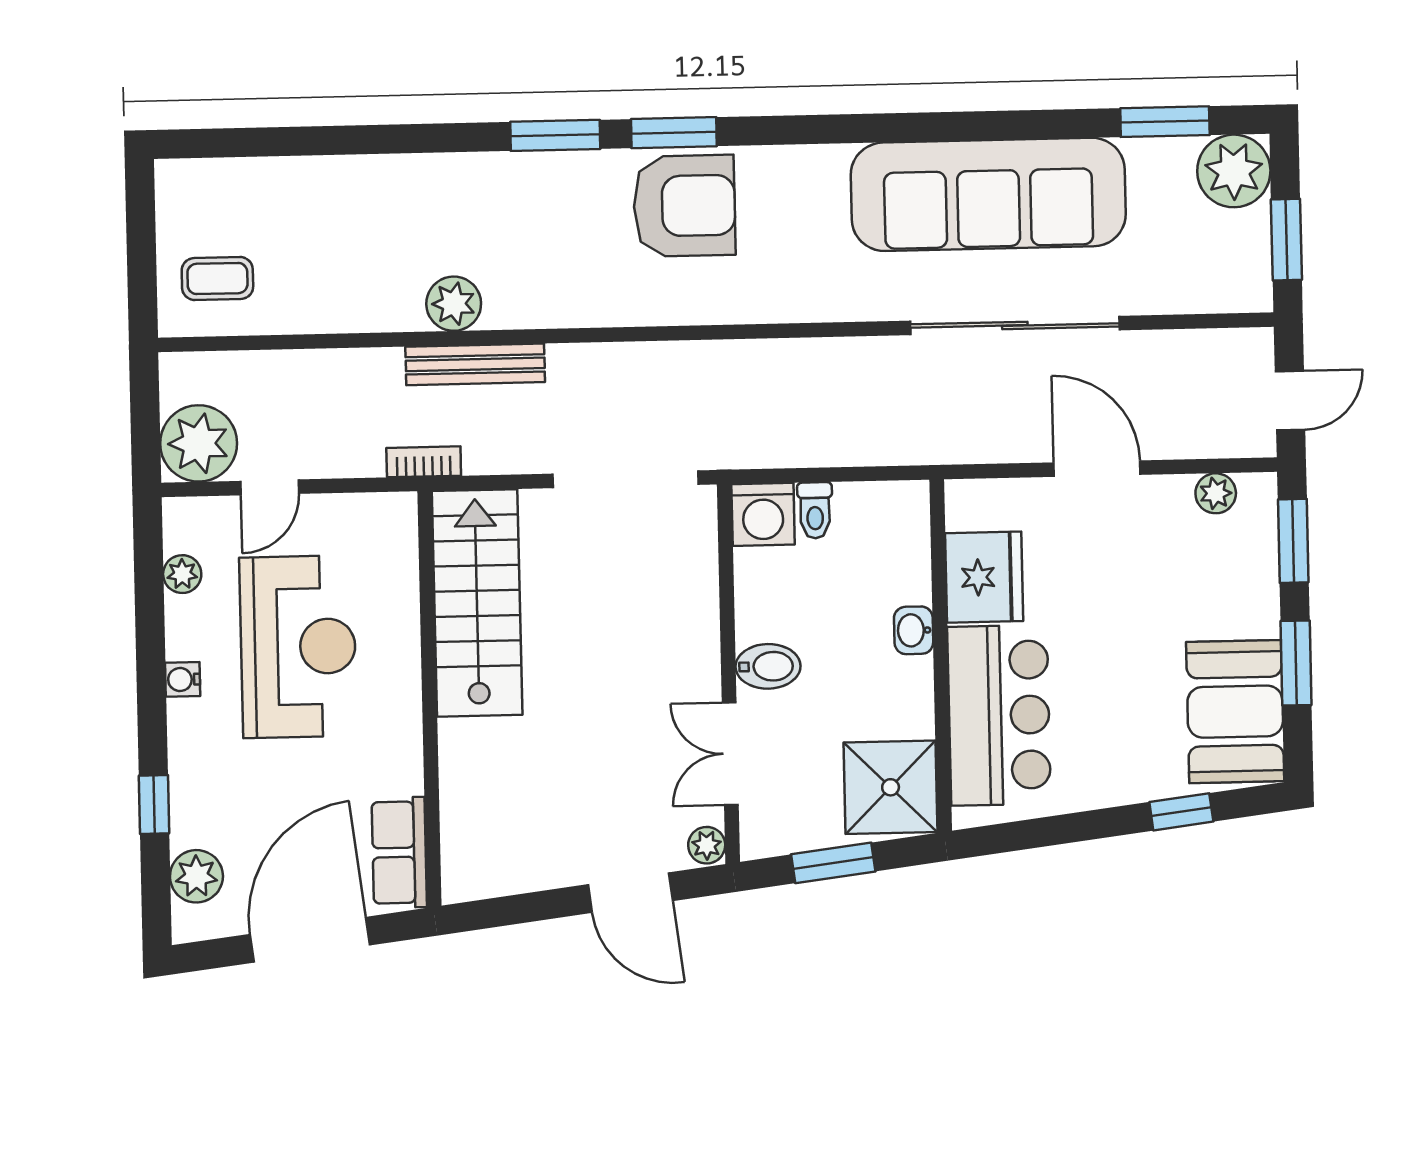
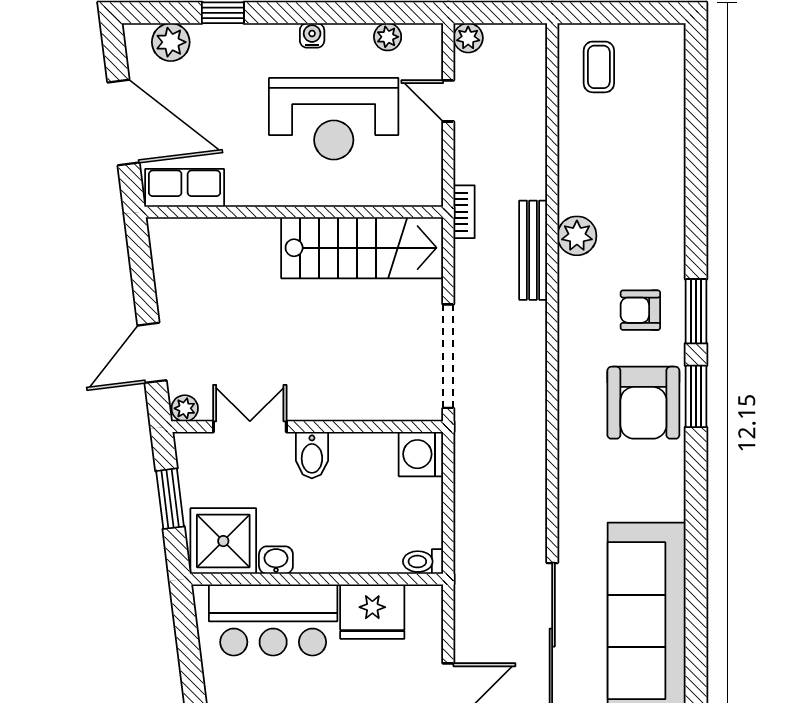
armchair: (555, 213) -> (640, 310), added
plant: (199, 443) -> (468, 38), width x0.53, depth x0.53
toilet: (815, 510) -> (423, 562), moved
washbasin: (914, 630) -> (276, 560), moved

